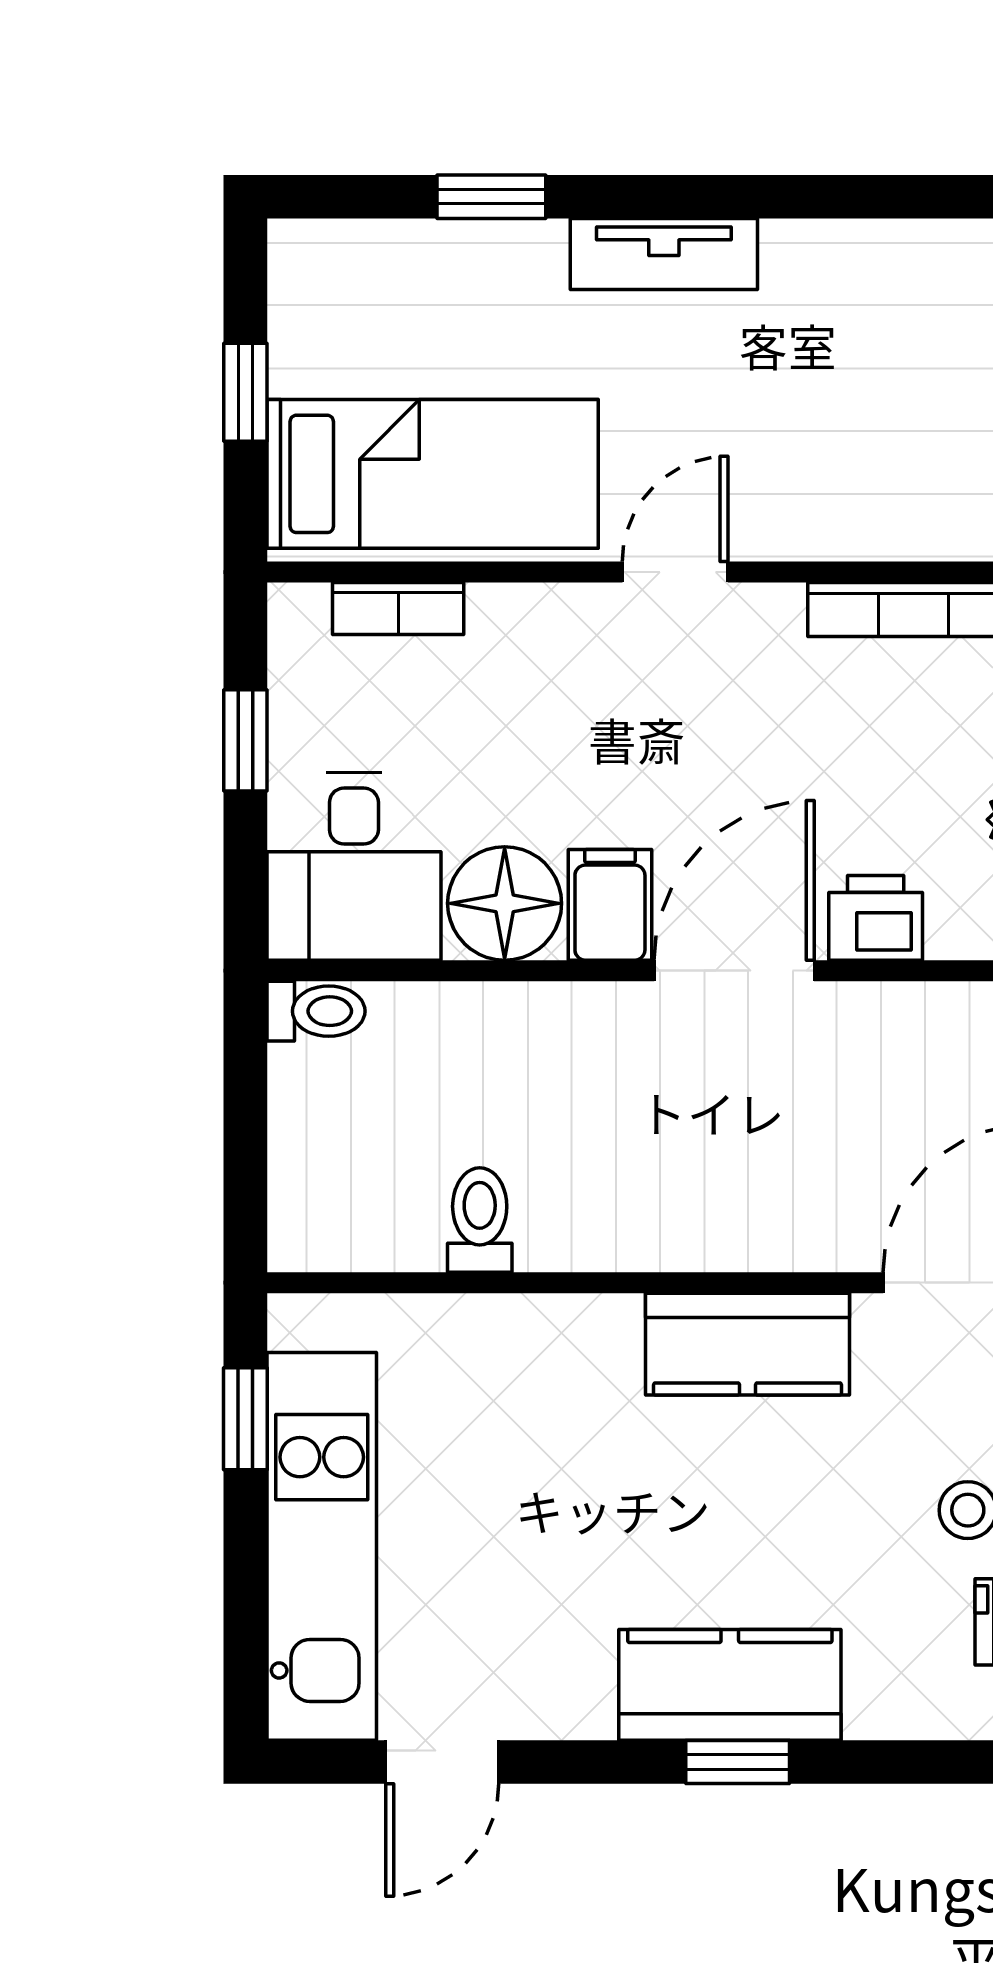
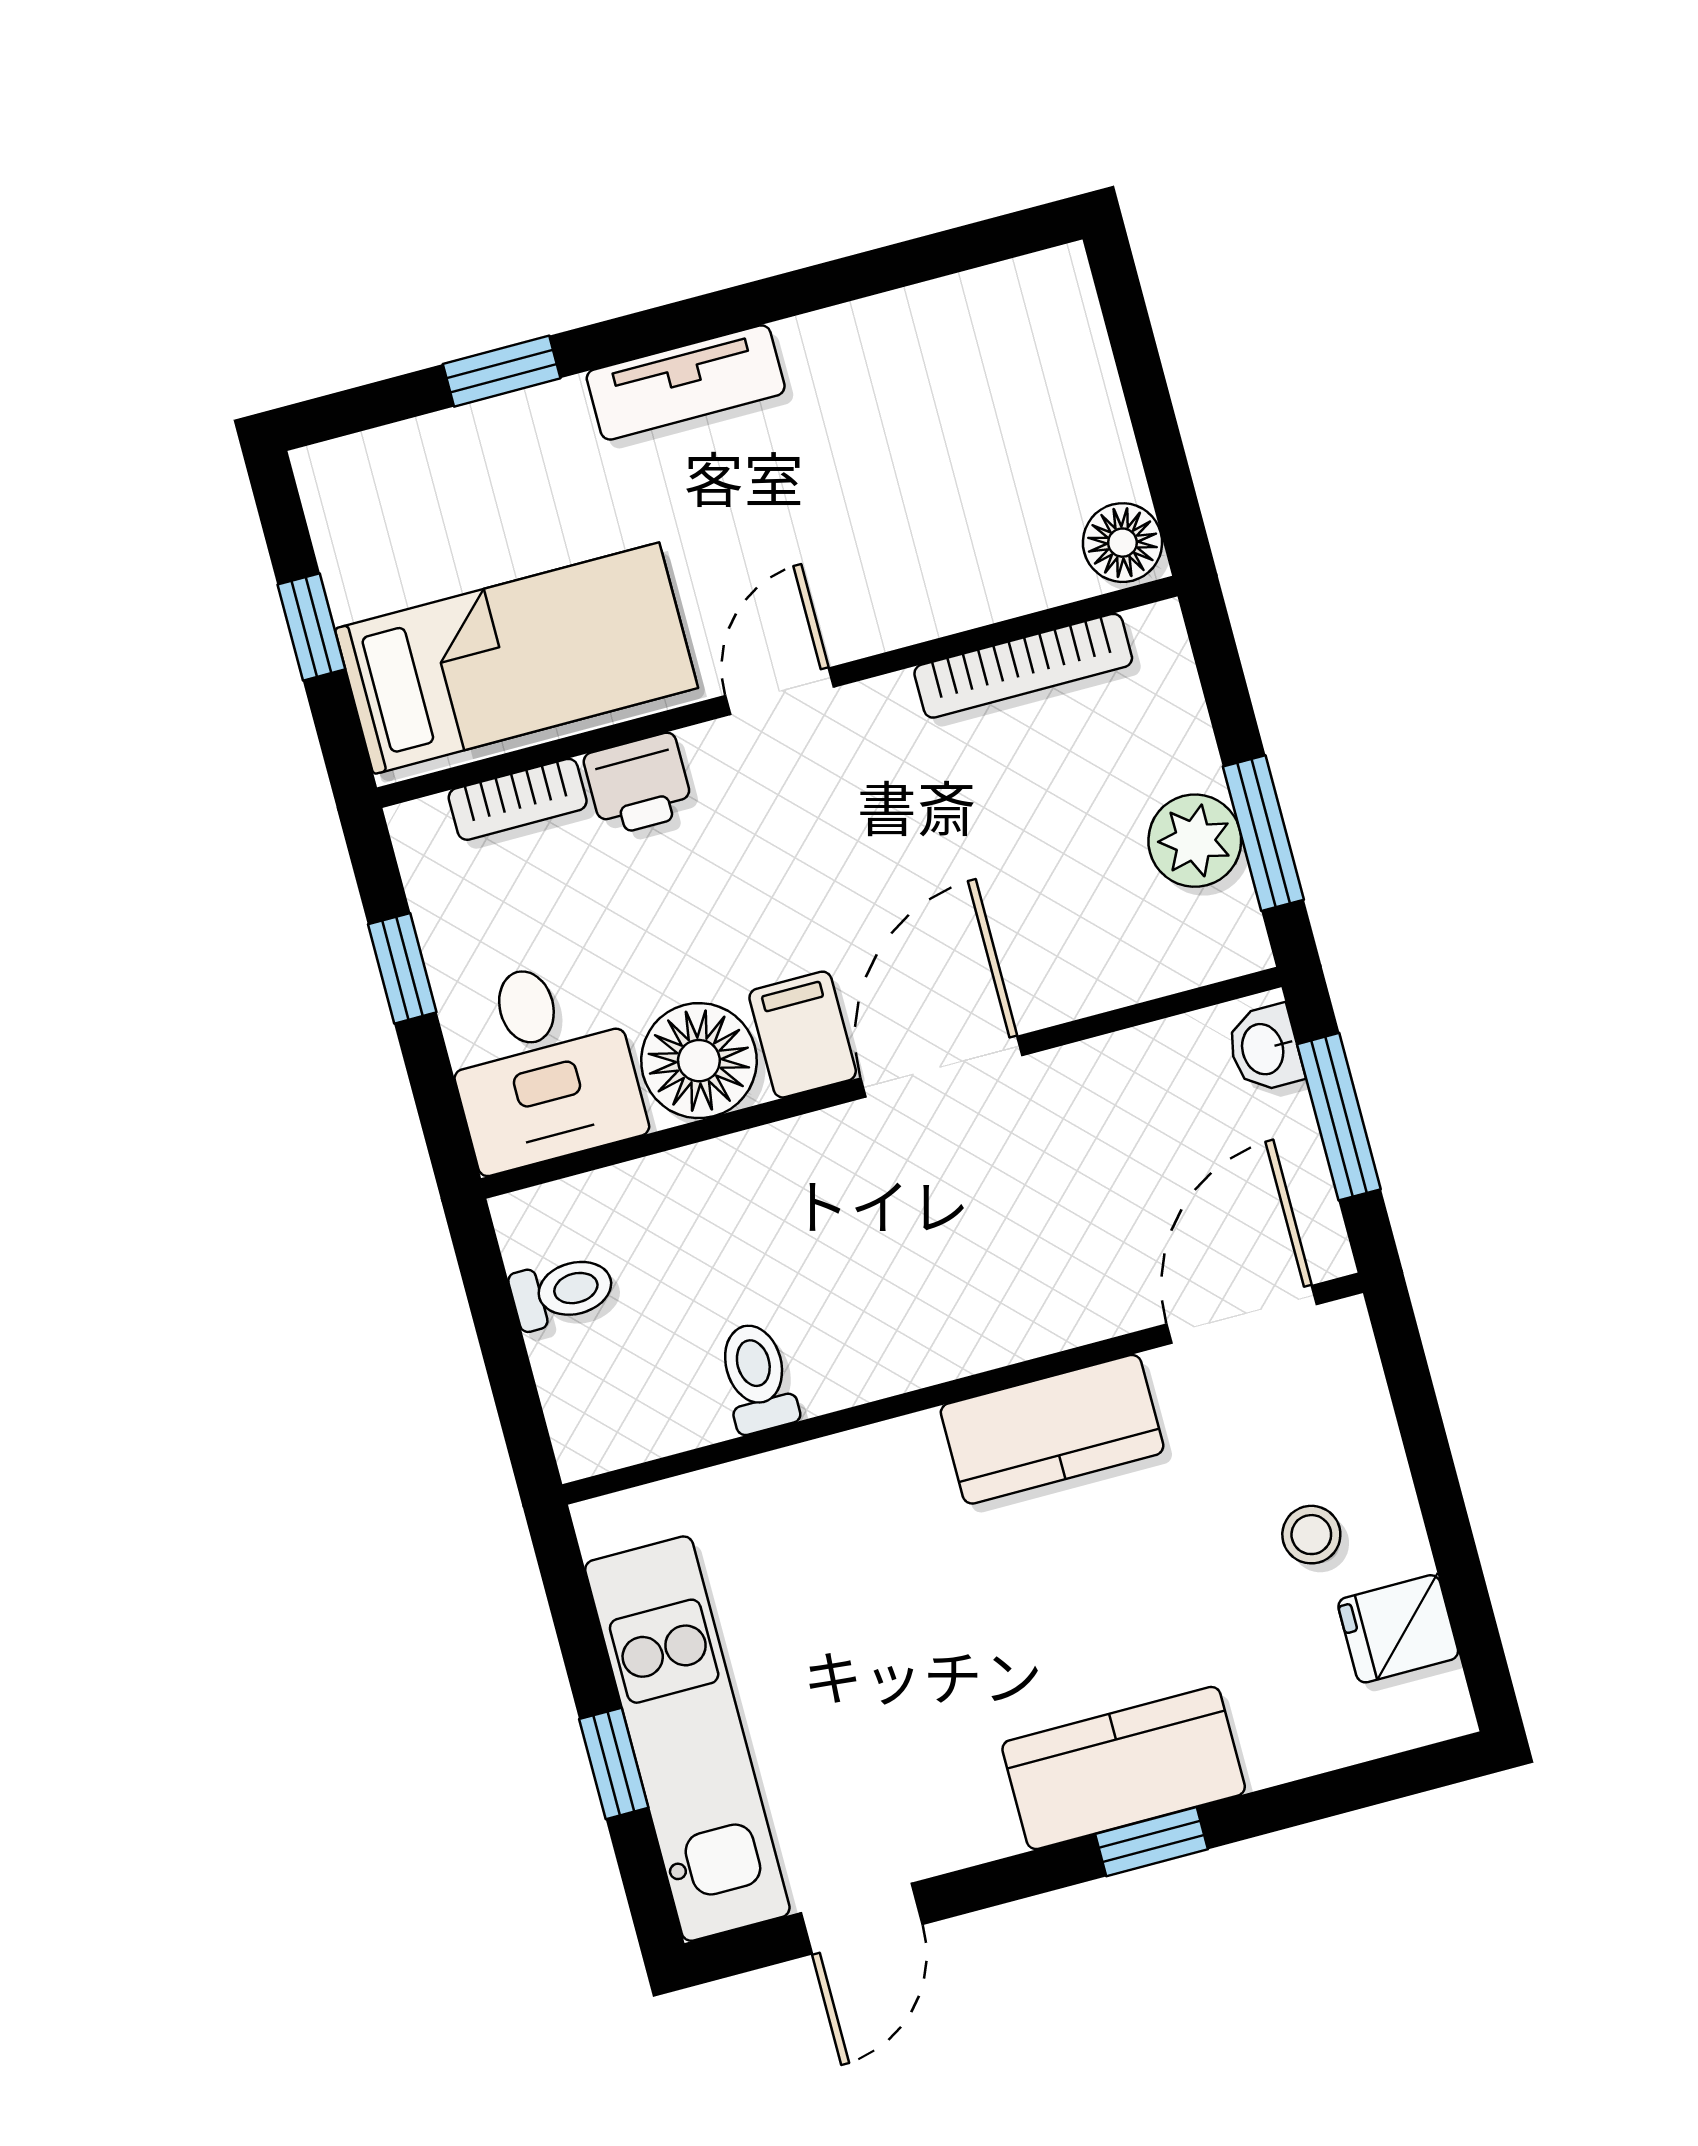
printer: (876, 918) -> (639, 784), moved, turned 180
toilet: (316, 1011) -> (562, 1292), moved
window: (245, 1419) -> (614, 1763), moved

